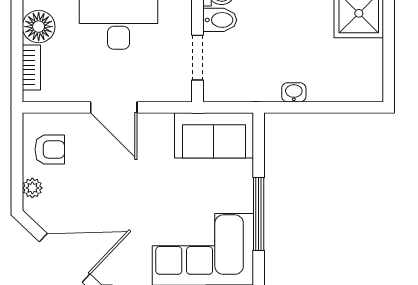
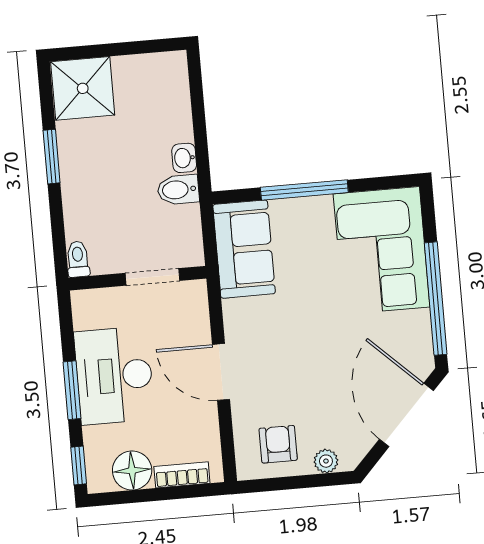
bidet: (220, 20) -> (178, 190), moved, turned -90
door: (114, 107) -> (221, 372), swing flipped
window: (259, 214) -> (304, 190), moved

